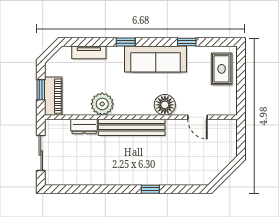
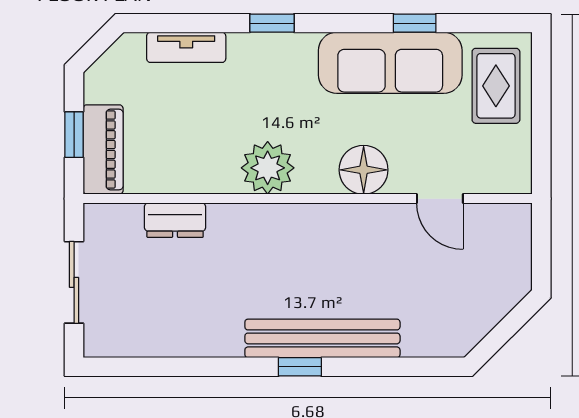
sofa: (156, 59) -> (390, 63), moved
plant: (102, 104) -> (268, 168), moved
bench: (132, 127) -> (322, 338), moved
window: (150, 189) -> (300, 367), moved

